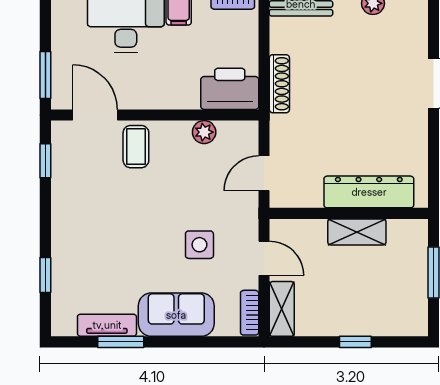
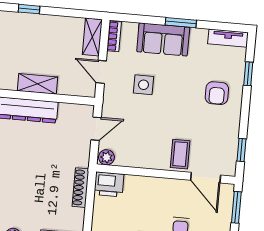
printer: (230, 89) -> (109, 184), width x0.73, depth x0.84
plant: (204, 132) -> (106, 157), moved
armchair: (89, 242) -> (217, 93), added
tv unit: (107, 325) -> (228, 38), moved
window: (121, 342) -> (181, 23), moved
window: (355, 342) -> (29, 9), moved

